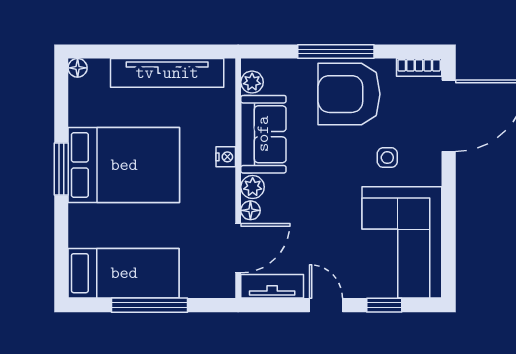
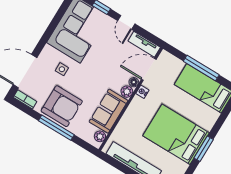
nightstand: (226, 157) -> (142, 92), moved

